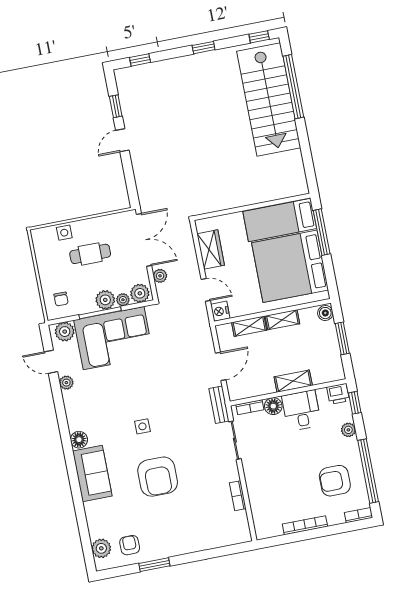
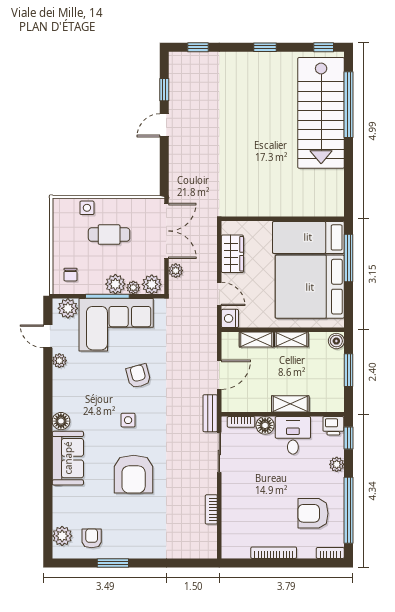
armchair: (144, 383) -> (139, 376), added

